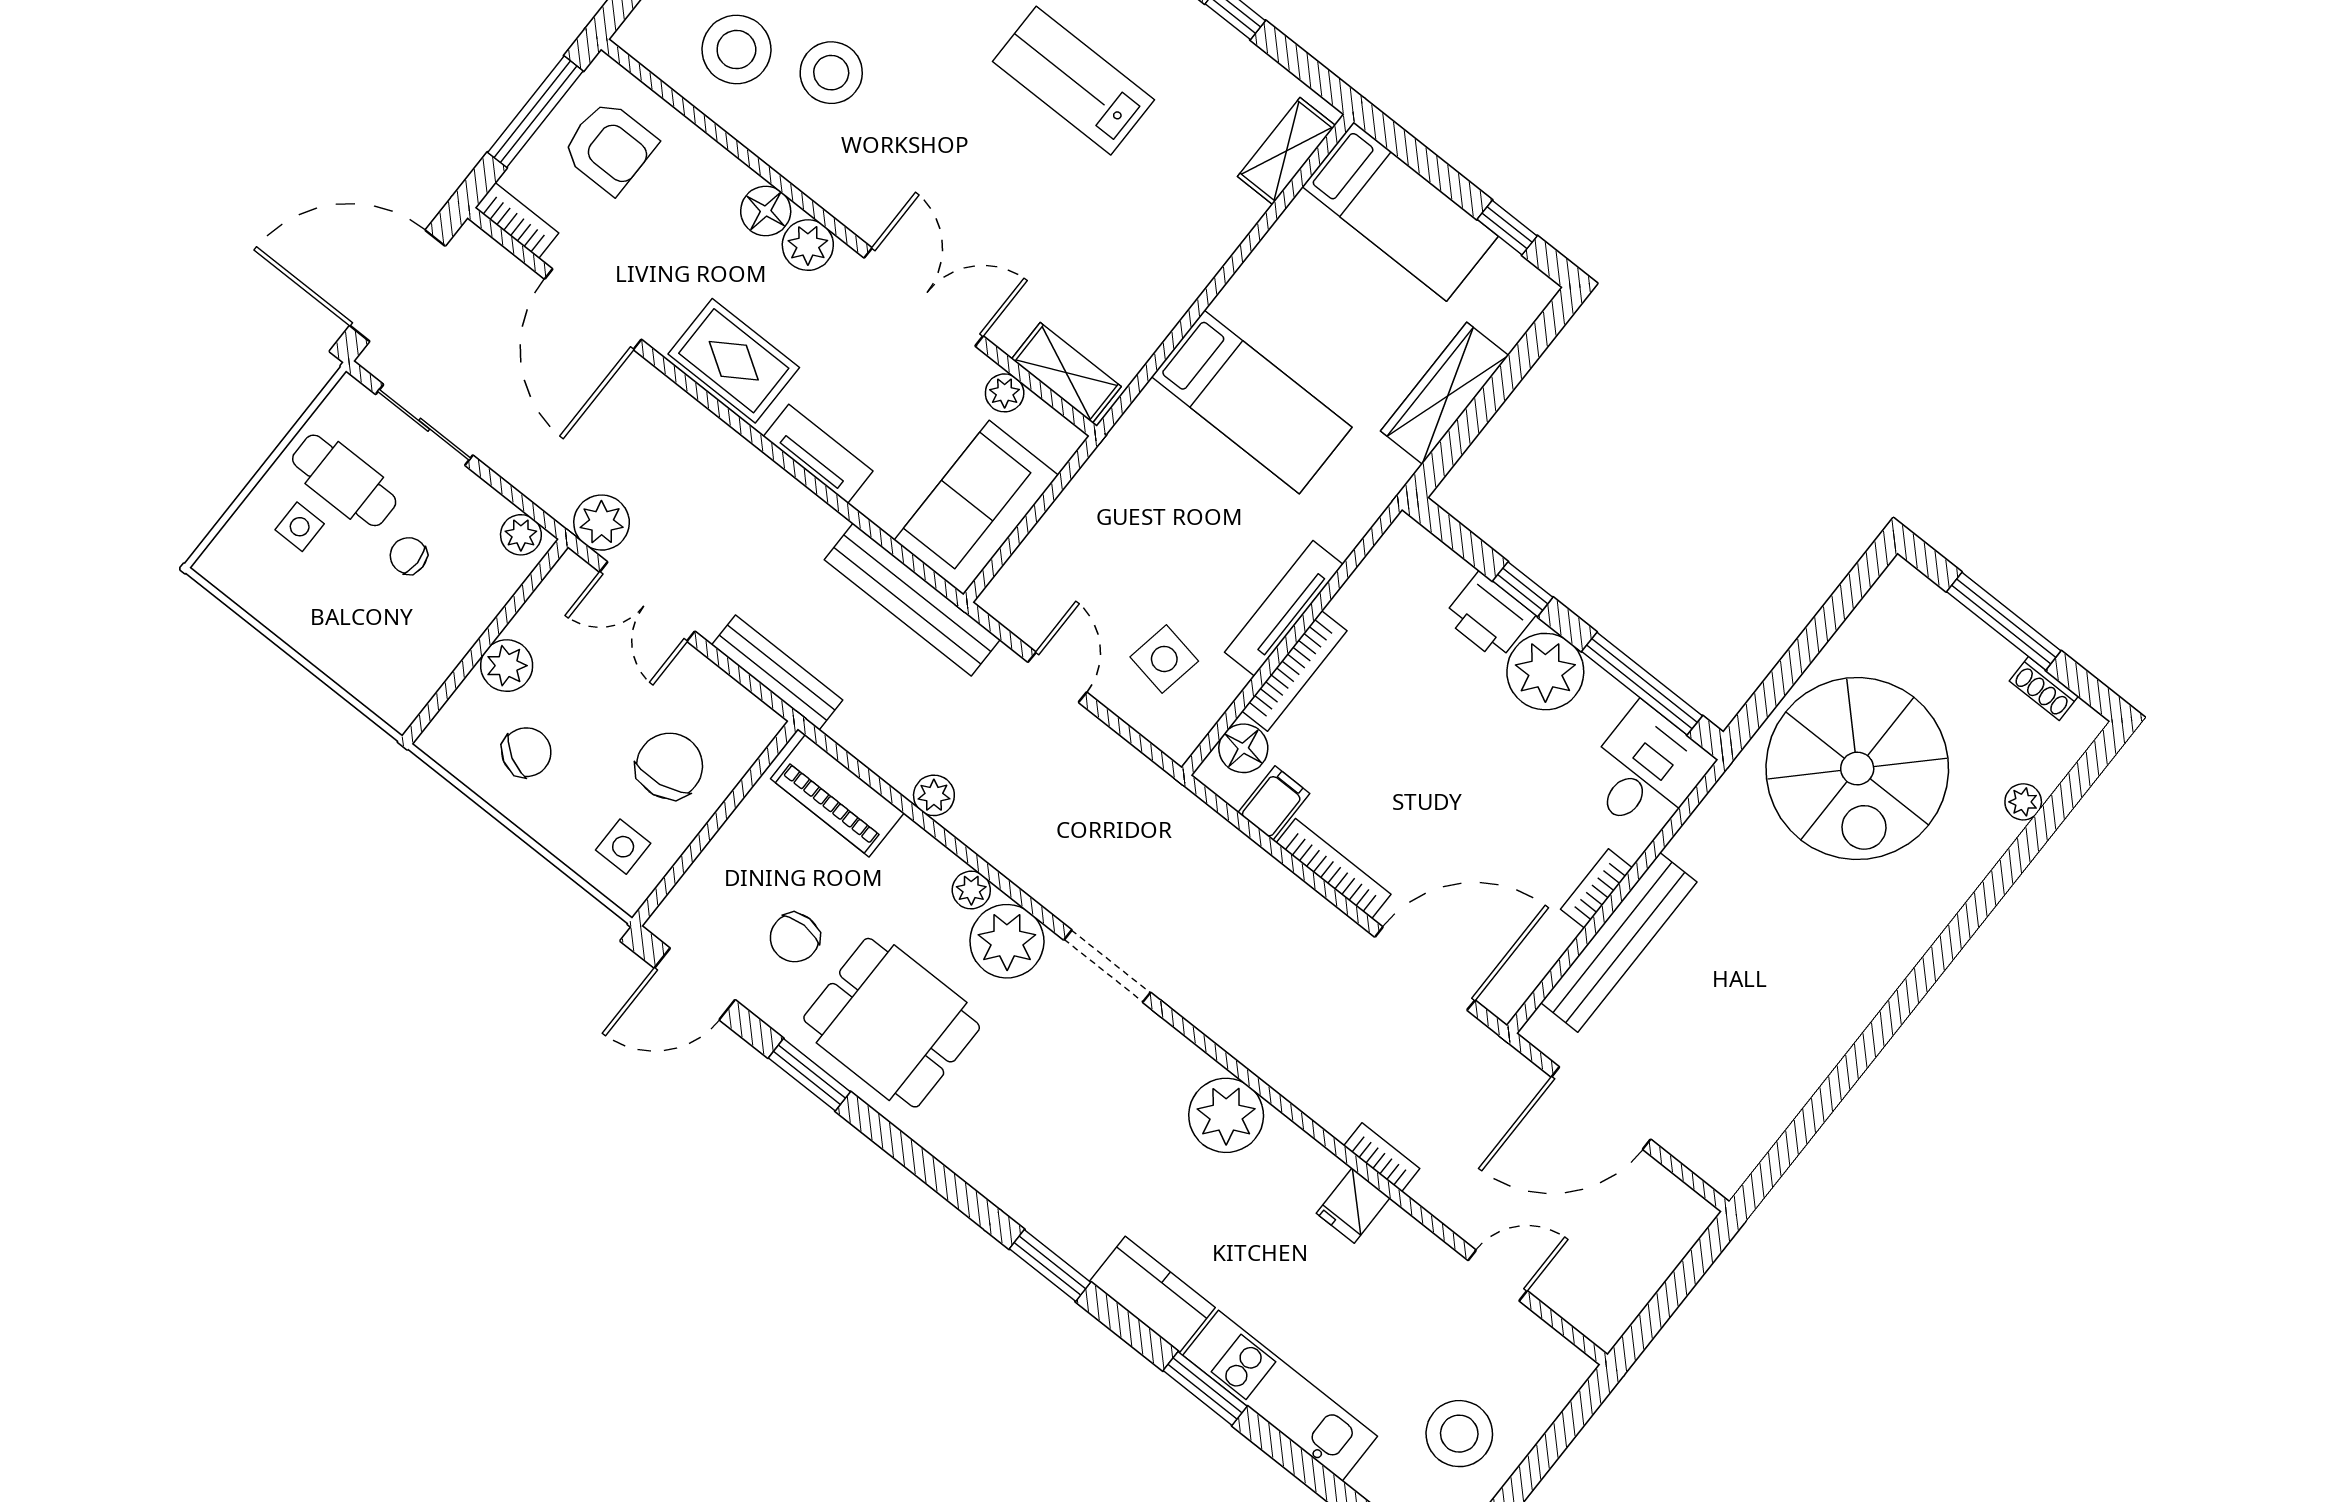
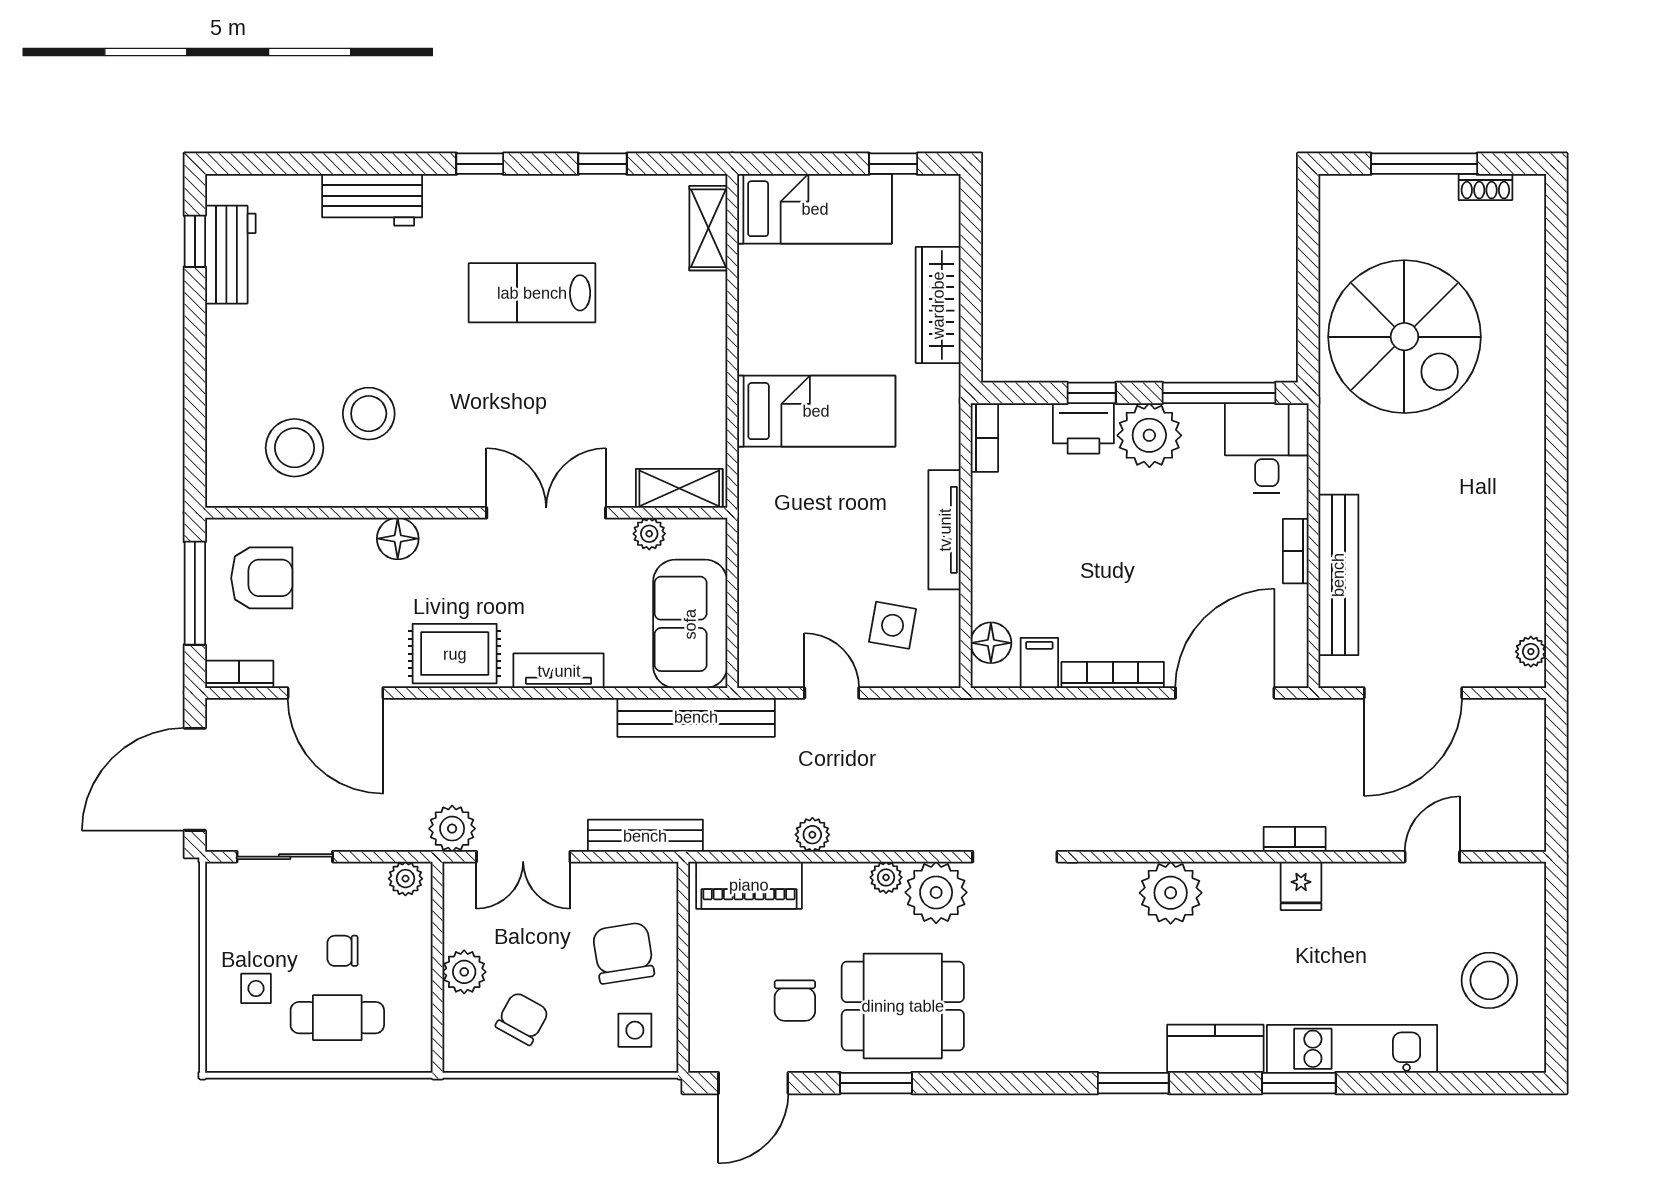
plant: (808, 245) -> (443, 539), removed
cafe table: (344, 480) -> (337, 1018), moved
bookcase: (1294, 671) -> (984, 438), moved, width x0.64
plant: (2023, 802) -> (1531, 652), moved

